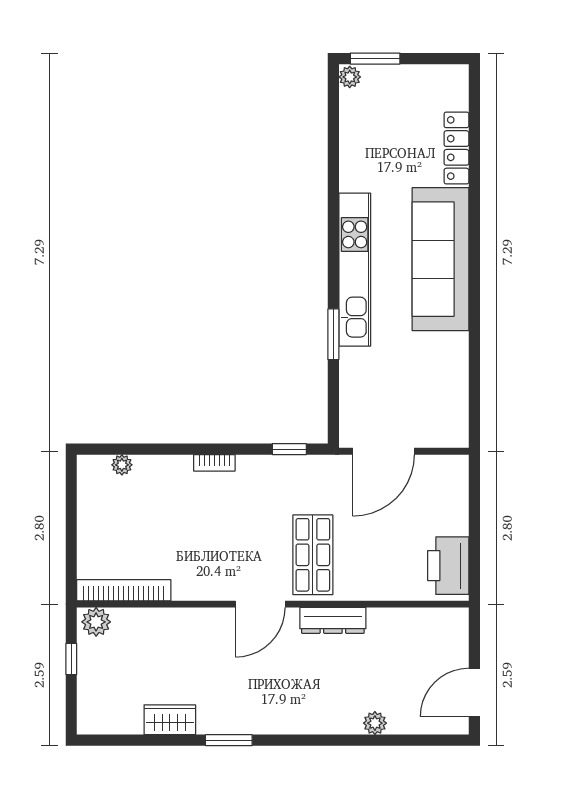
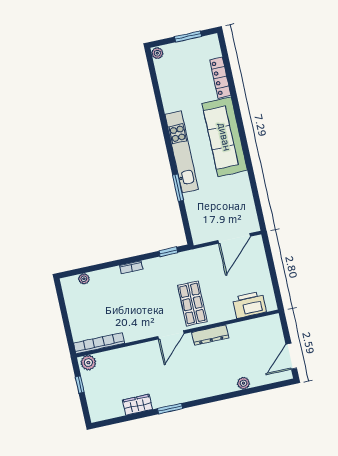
window: (375, 59) -> (188, 37), moved
door: (384, 451) -> (234, 238), moved
printer: (448, 566) -> (249, 305), moved, turned 90

